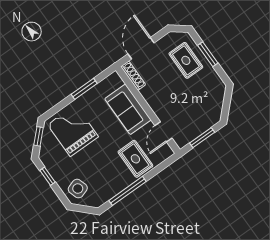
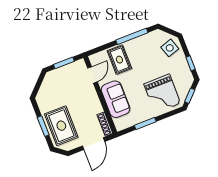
rug: (186, 60) -> (61, 126), width x1.36, depth x1.43

